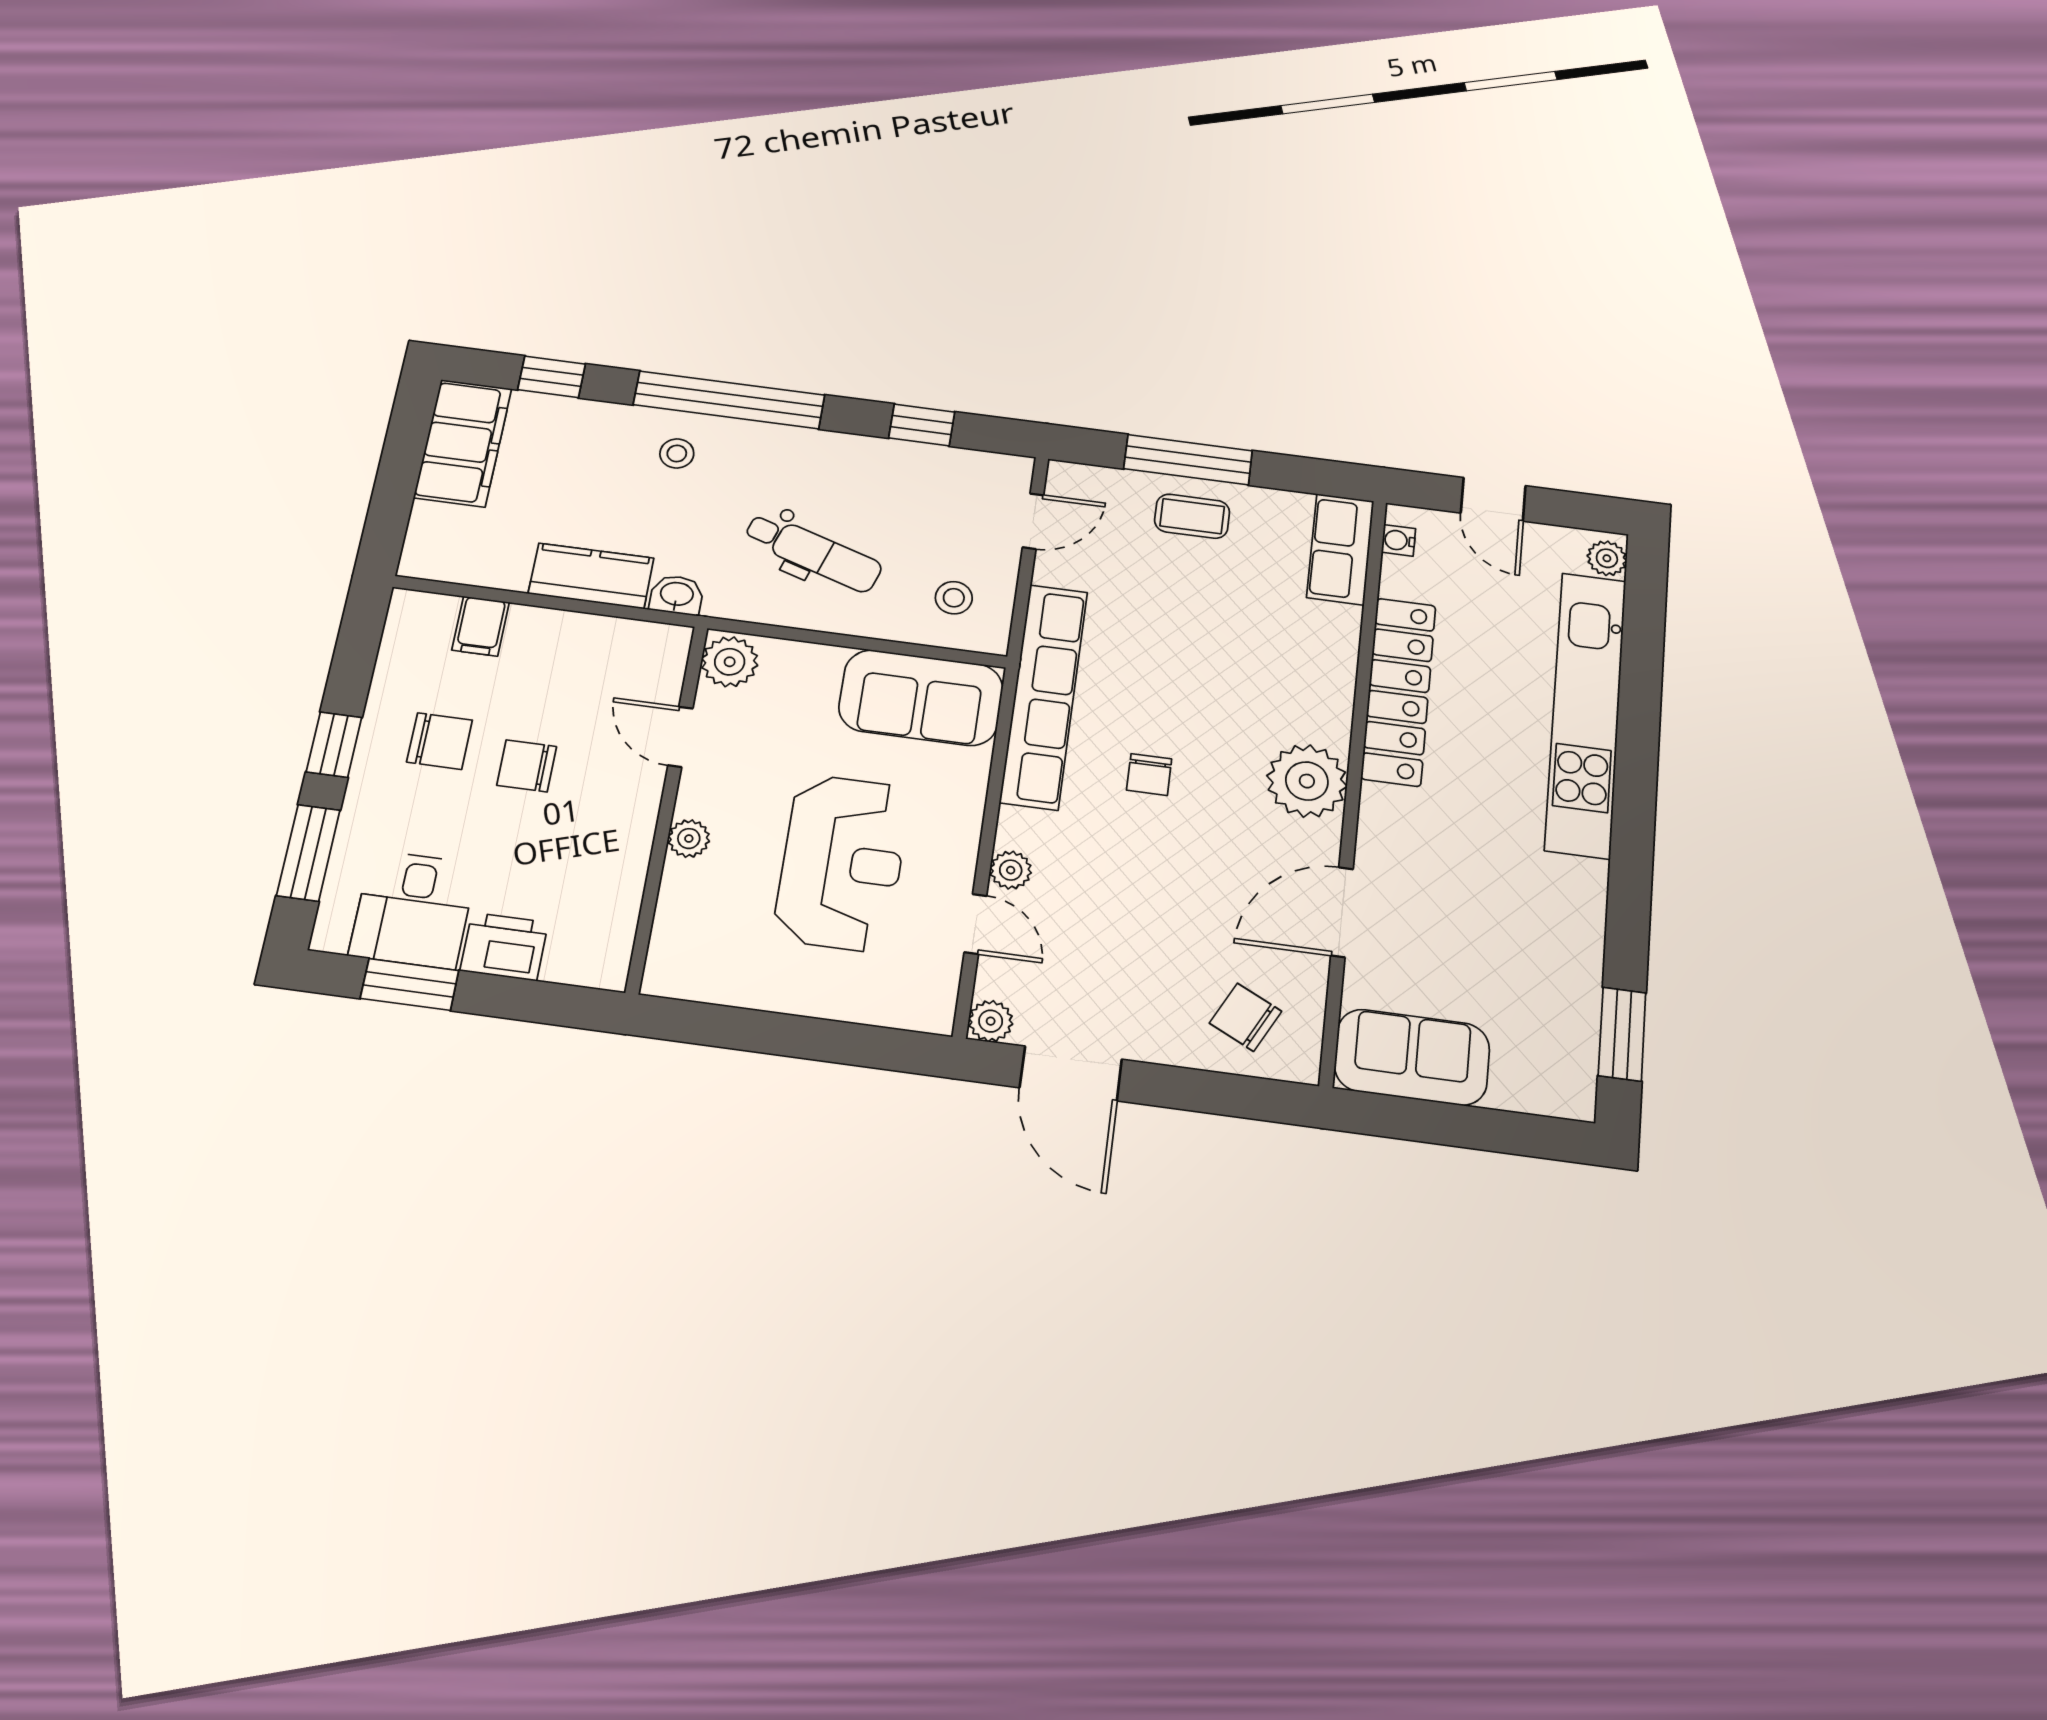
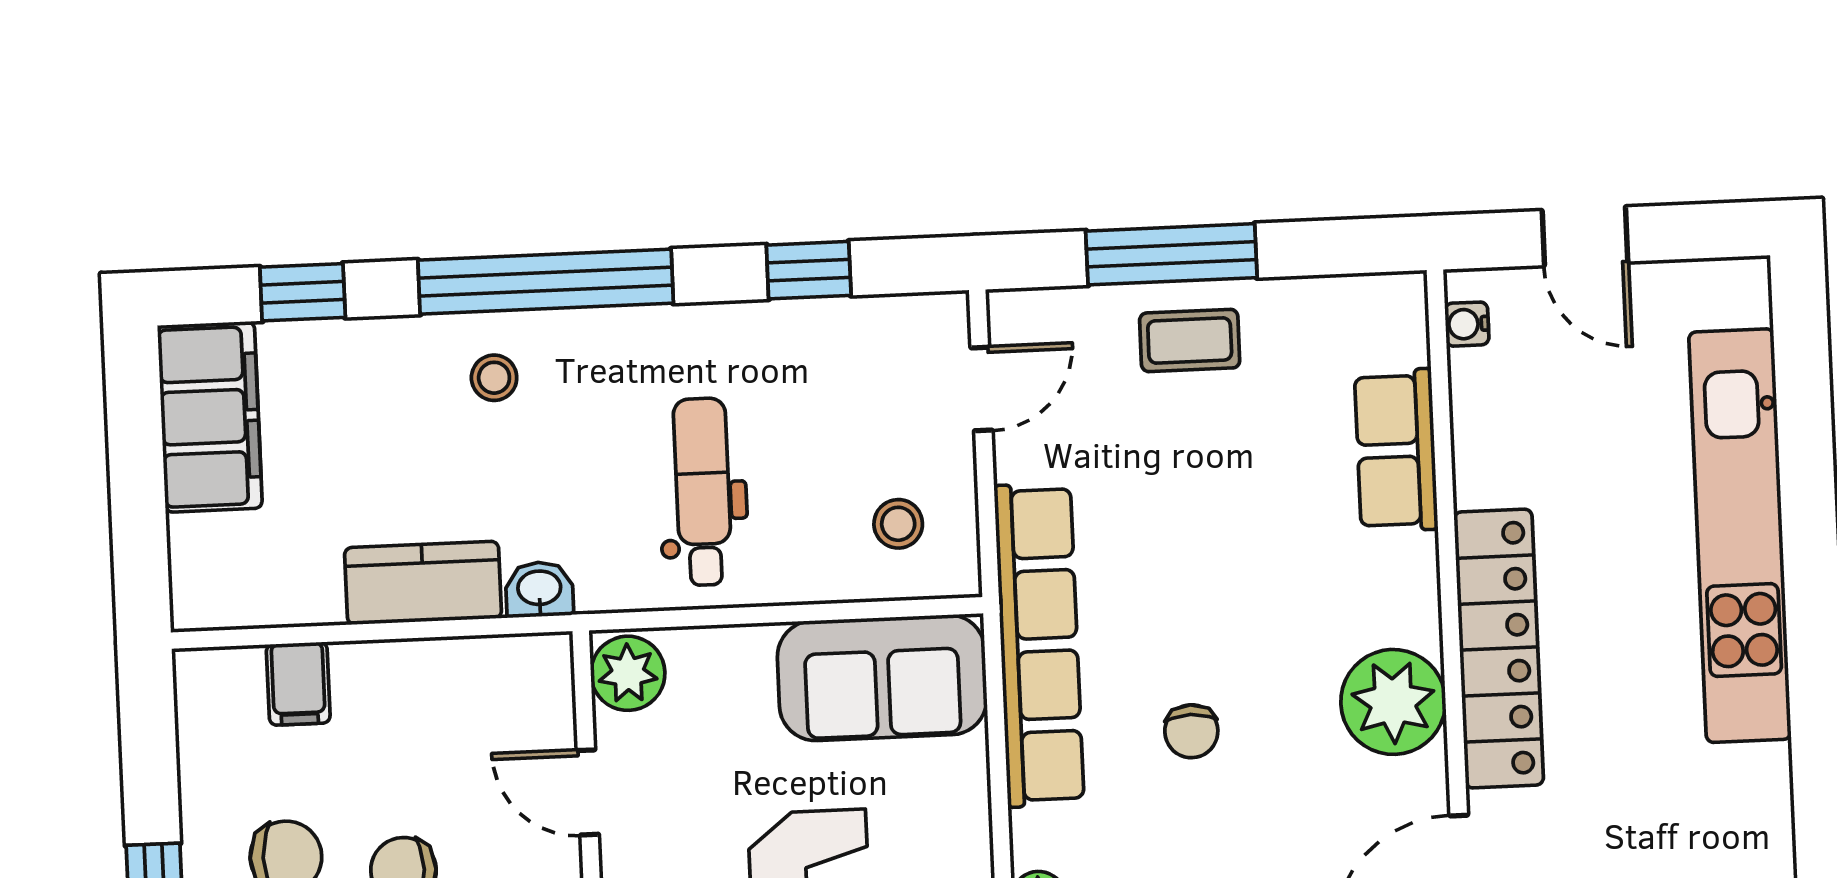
row of seats: (1340, 549) -> (1396, 450), moved
dental chair: (813, 552) -> (703, 492), turned -108
plant: (1607, 558) -> (1745, 298), removed
locker: (1399, 691) -> (1499, 649), moved

